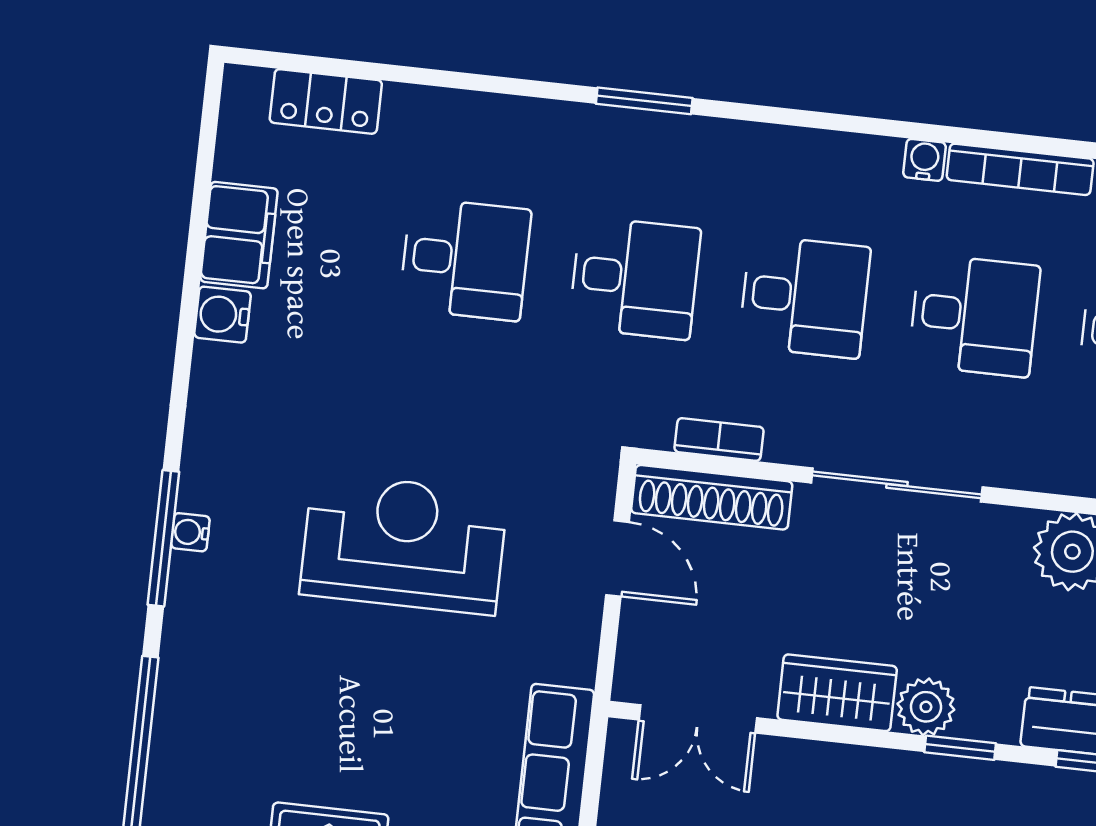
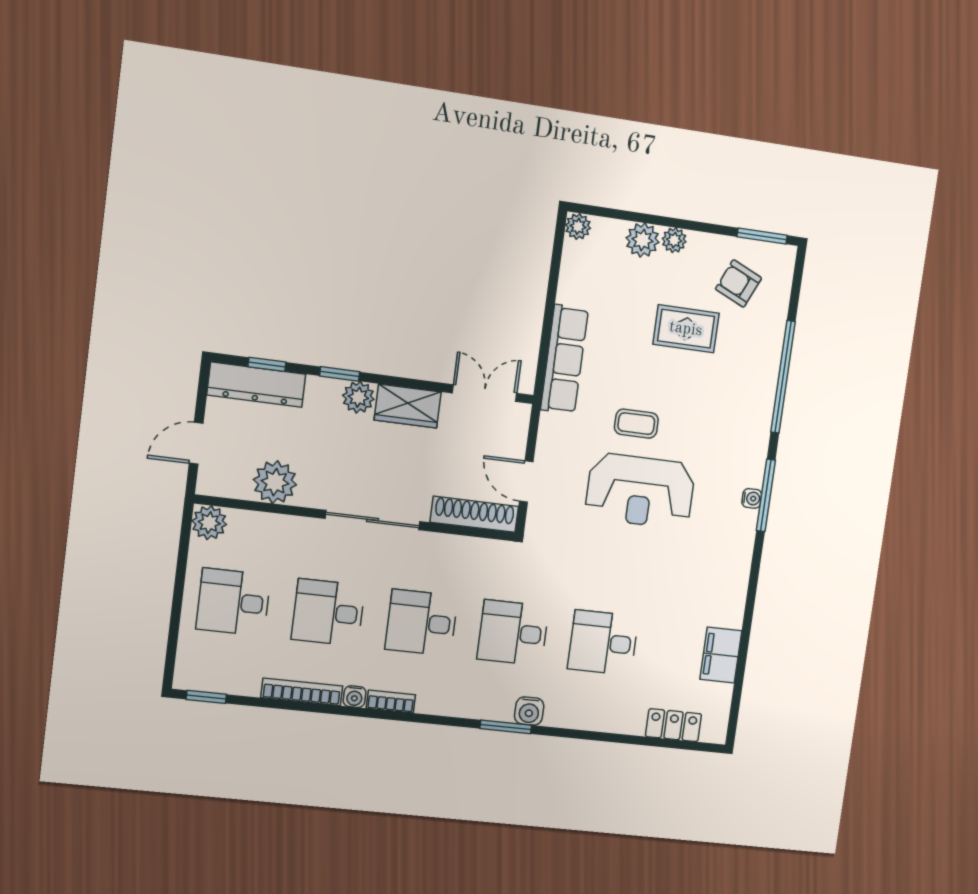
water cooler: (222, 315) -> (529, 711), moved, turned 90
bookcase: (719, 439) -> (391, 702), moved, turned 180
coffee table: (415, 668) -> (636, 424), added

